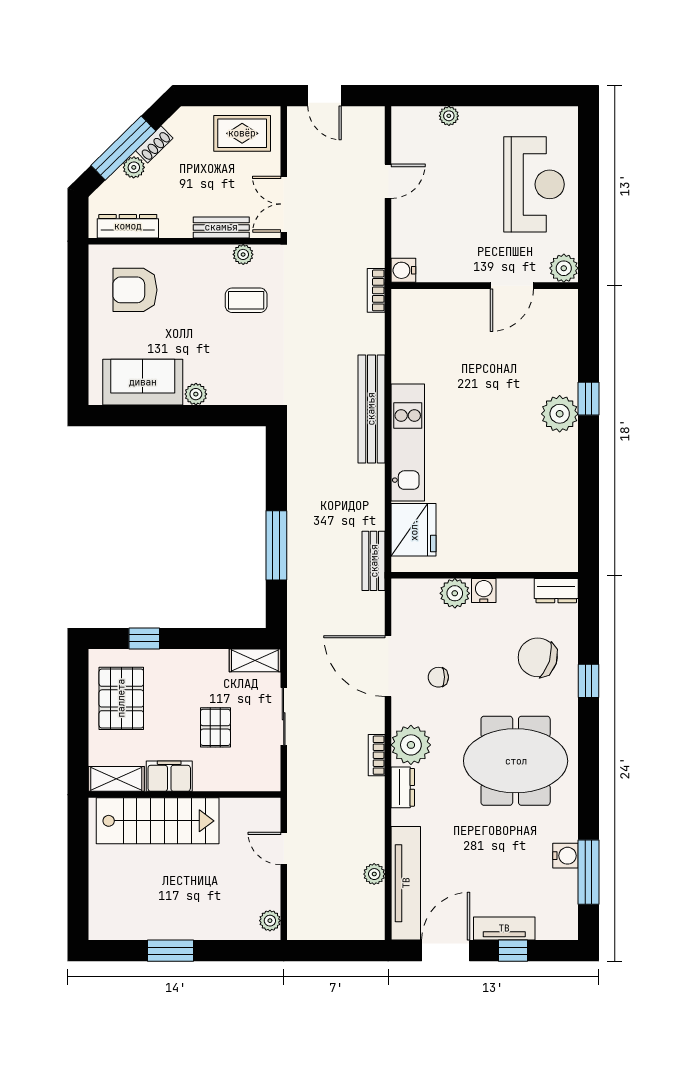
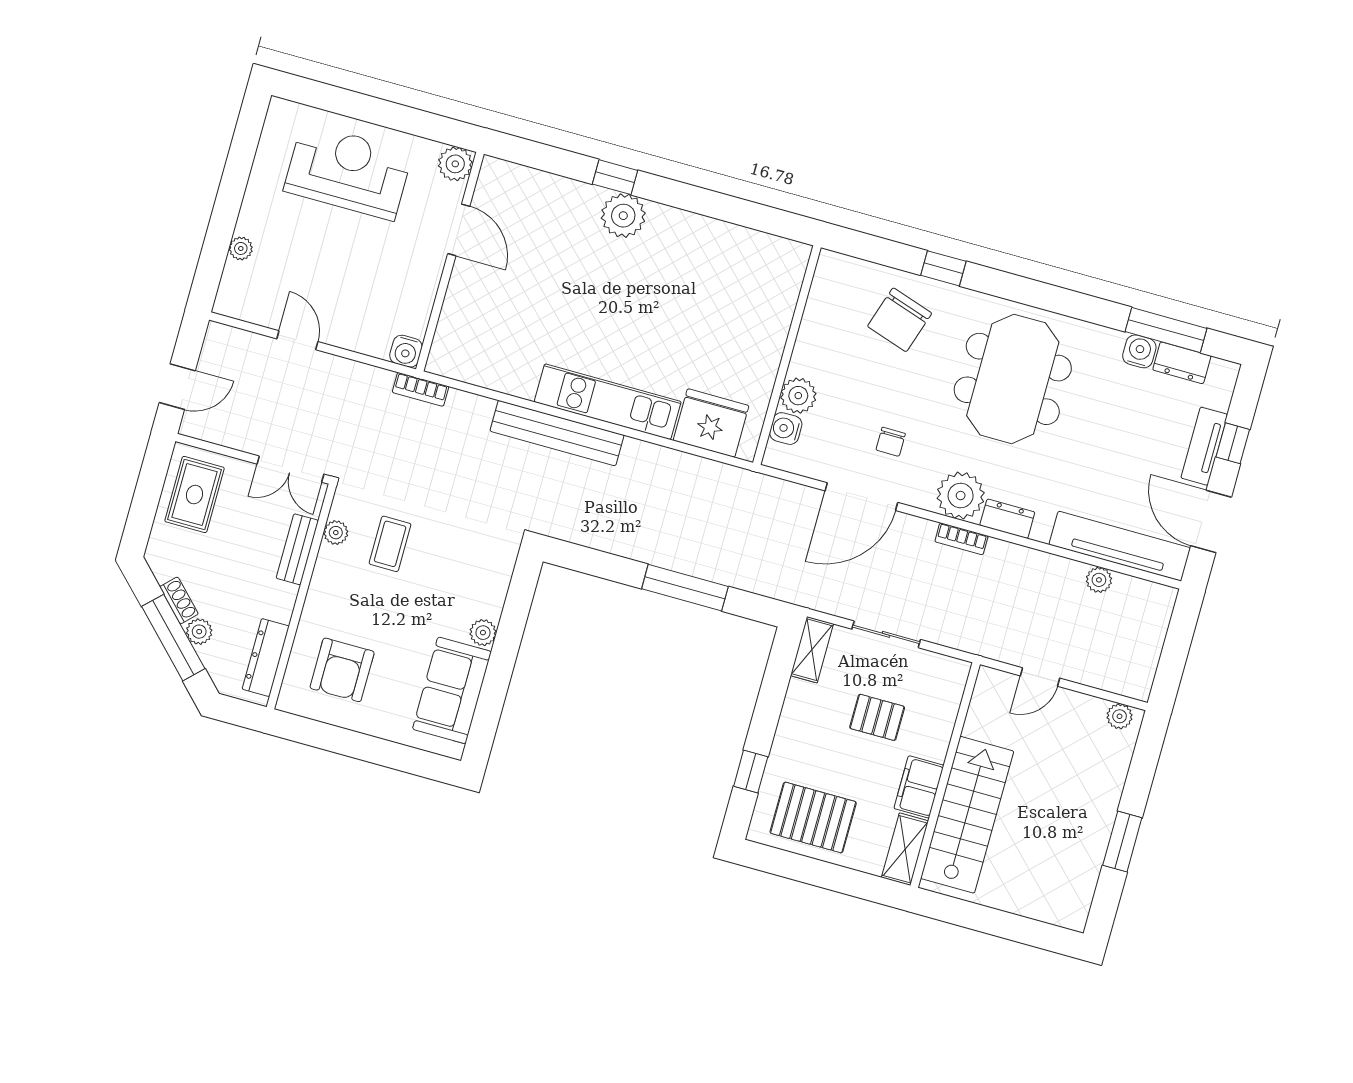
bench: (374, 561) -> (734, 480), removed
water cooler: (484, 591) -> (786, 429), moved
dresser: (556, 591) -> (1182, 363), moved, turned 90

